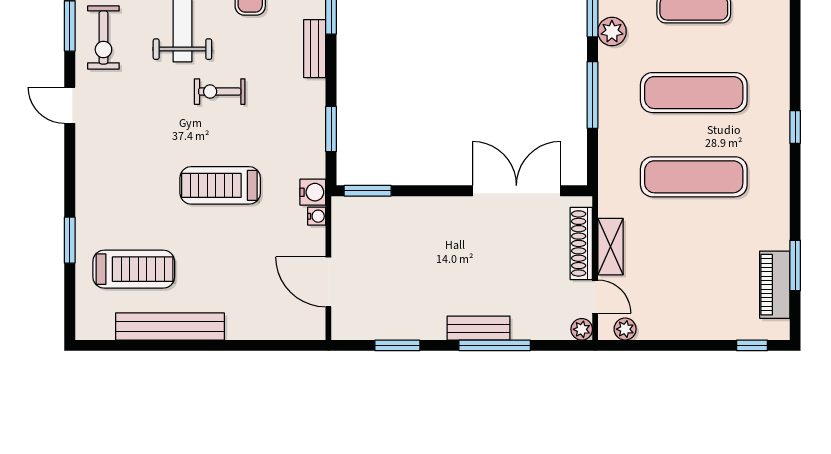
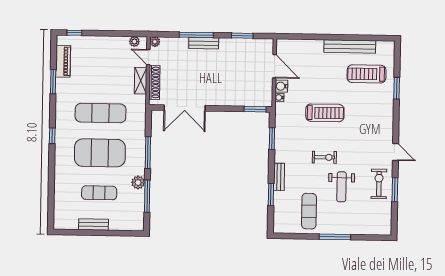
exercise mat: (694, 93) -> (100, 153), width x1.47
water cooler: (313, 192) -> (281, 86), moved
window: (795, 265) -> (53, 82), moved

